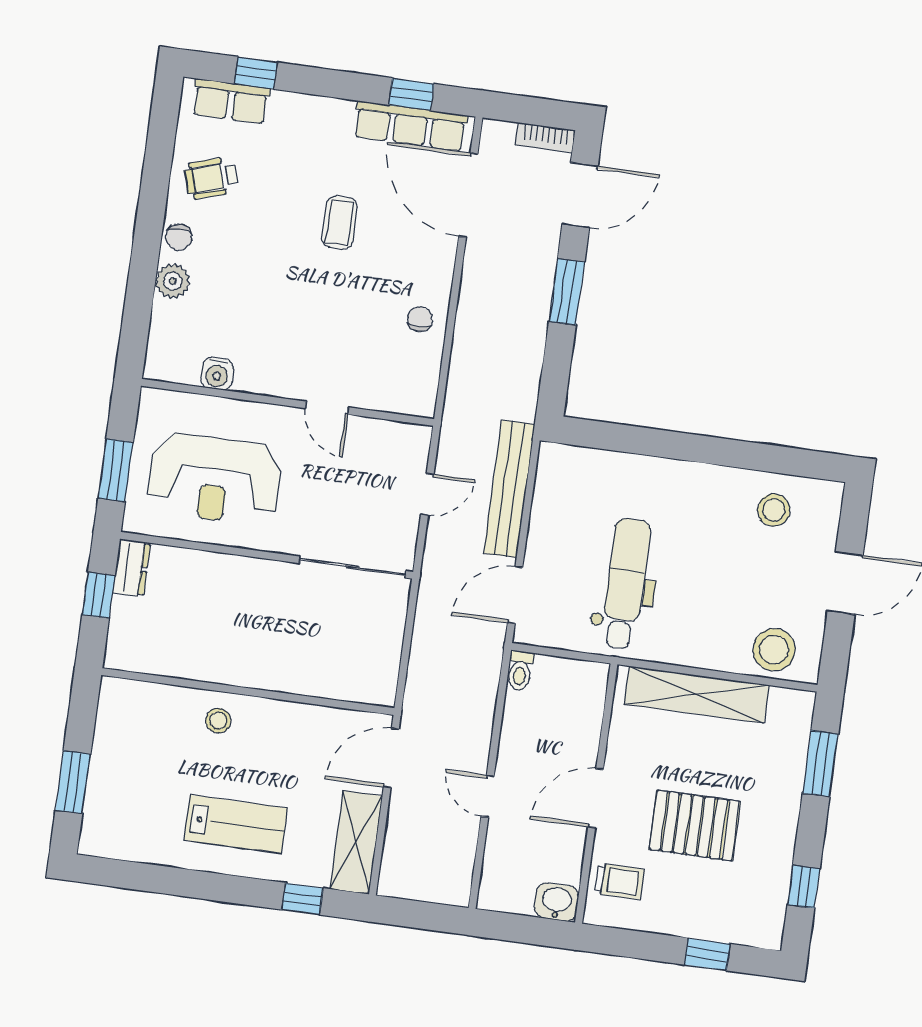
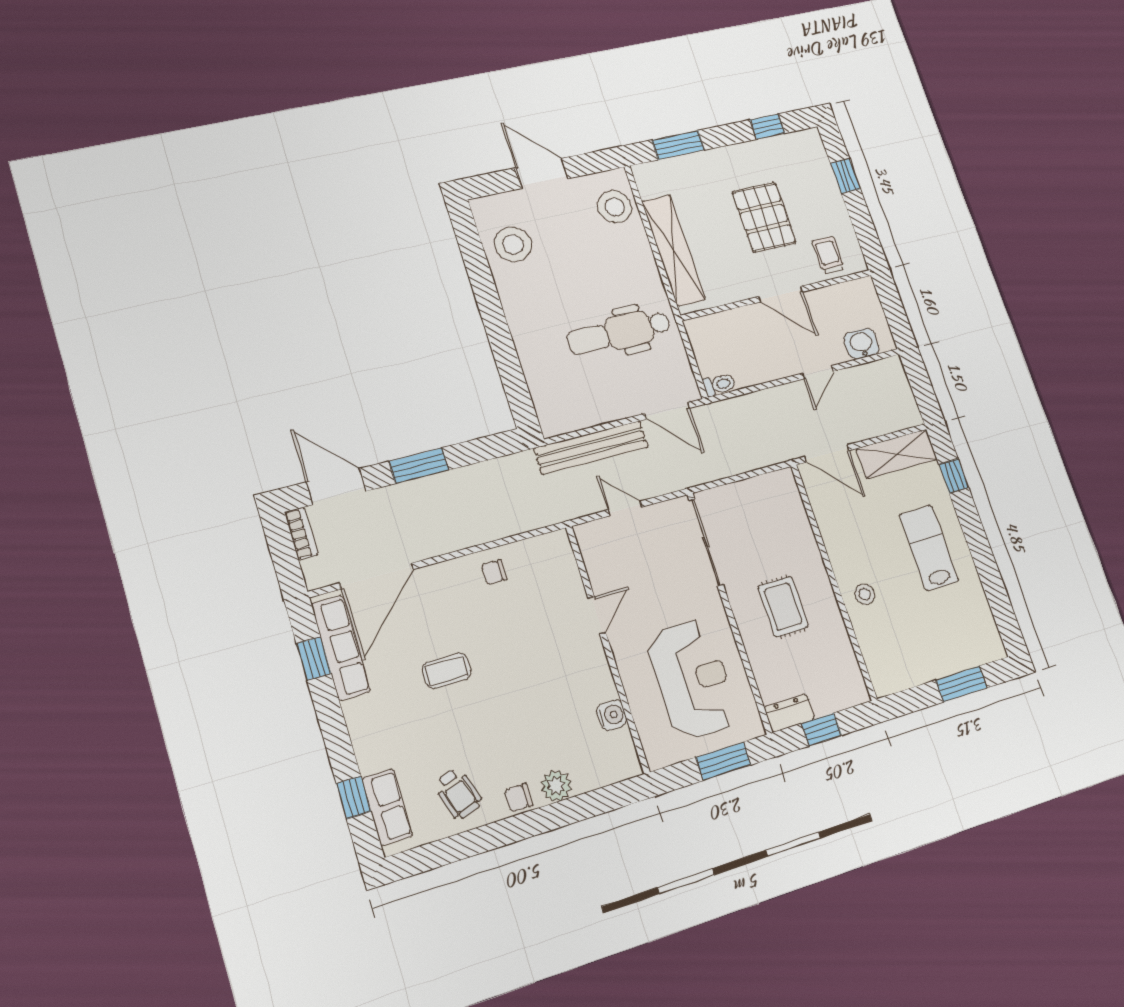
chair: (179, 237) -> (519, 798), turned 180
stool: (774, 510) -> (513, 244), width x1.38, depth x1.38
rug: (246, 619) -> (783, 607), added
washbasin: (557, 902) -> (862, 344), moved, turned 90

